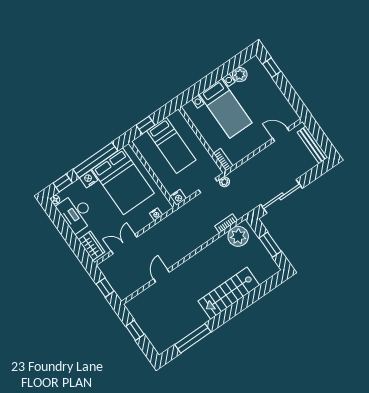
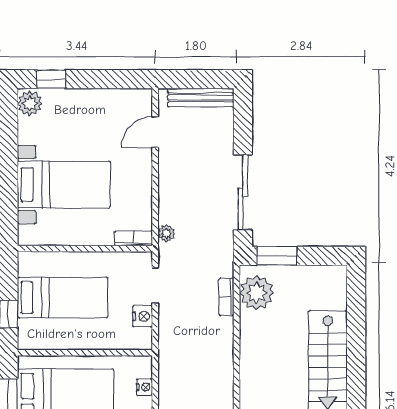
plant: (240, 75) -> (30, 103), moved
plant: (225, 182) -> (166, 233), moved
nightstand: (178, 197) -> (142, 316), moved
window: (270, 245) -> (277, 256), moved

